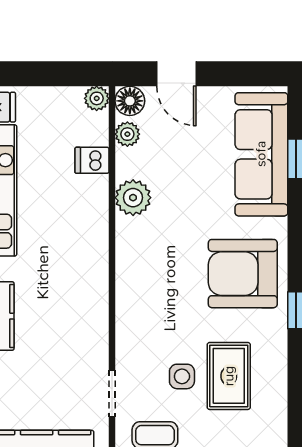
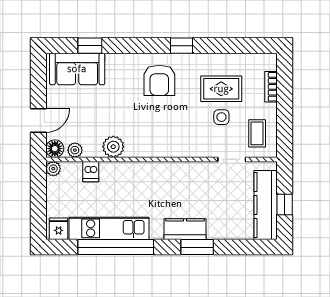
sofa: (261, 154) -> (77, 69), width x0.73
armchair: (243, 274) -> (159, 80), width x0.73, depth x0.73

